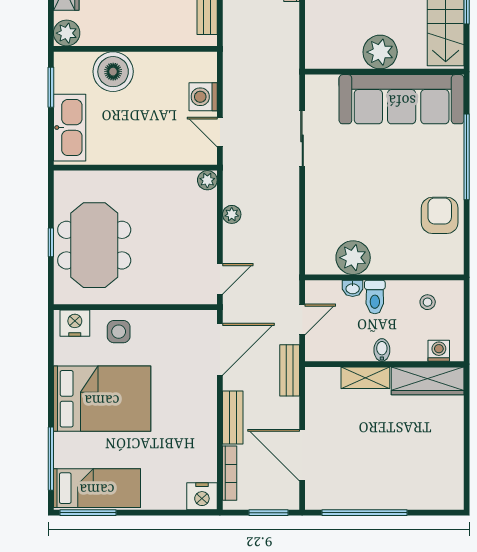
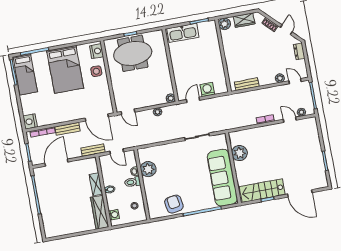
plant: (380, 52) -> (239, 153), moved
boiler: (113, 72) -> (211, 48), removed
armchair: (440, 215) -> (174, 204), turned -99

